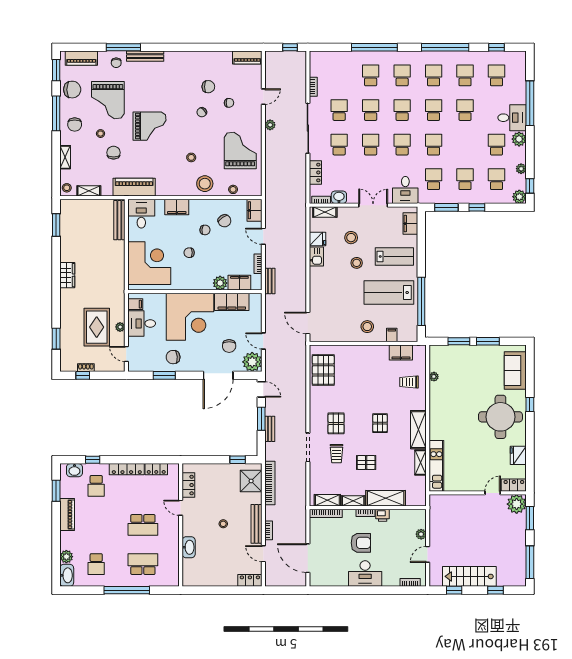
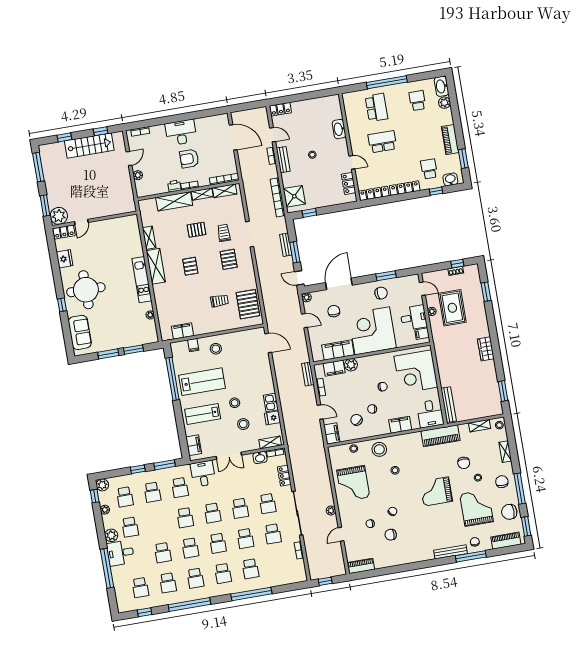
plant: (252, 362) -> (307, 297), width x0.53, depth x0.53
trolley: (409, 382) -> (219, 301), moved
kitchen unit: (436, 466) -> (142, 280), moved
locker: (156, 469) -> (374, 193), width x1.53
bench: (256, 524) -> (283, 160), width x0.73
school desk: (143, 564) -> (376, 108), turned -90

